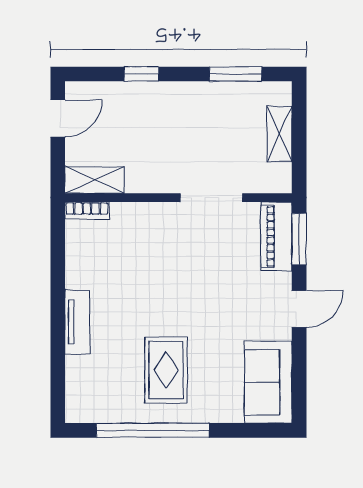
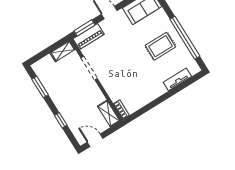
shelving: (279, 134) -> (63, 51), moved
tv unit: (77, 322) -> (177, 79), moved

